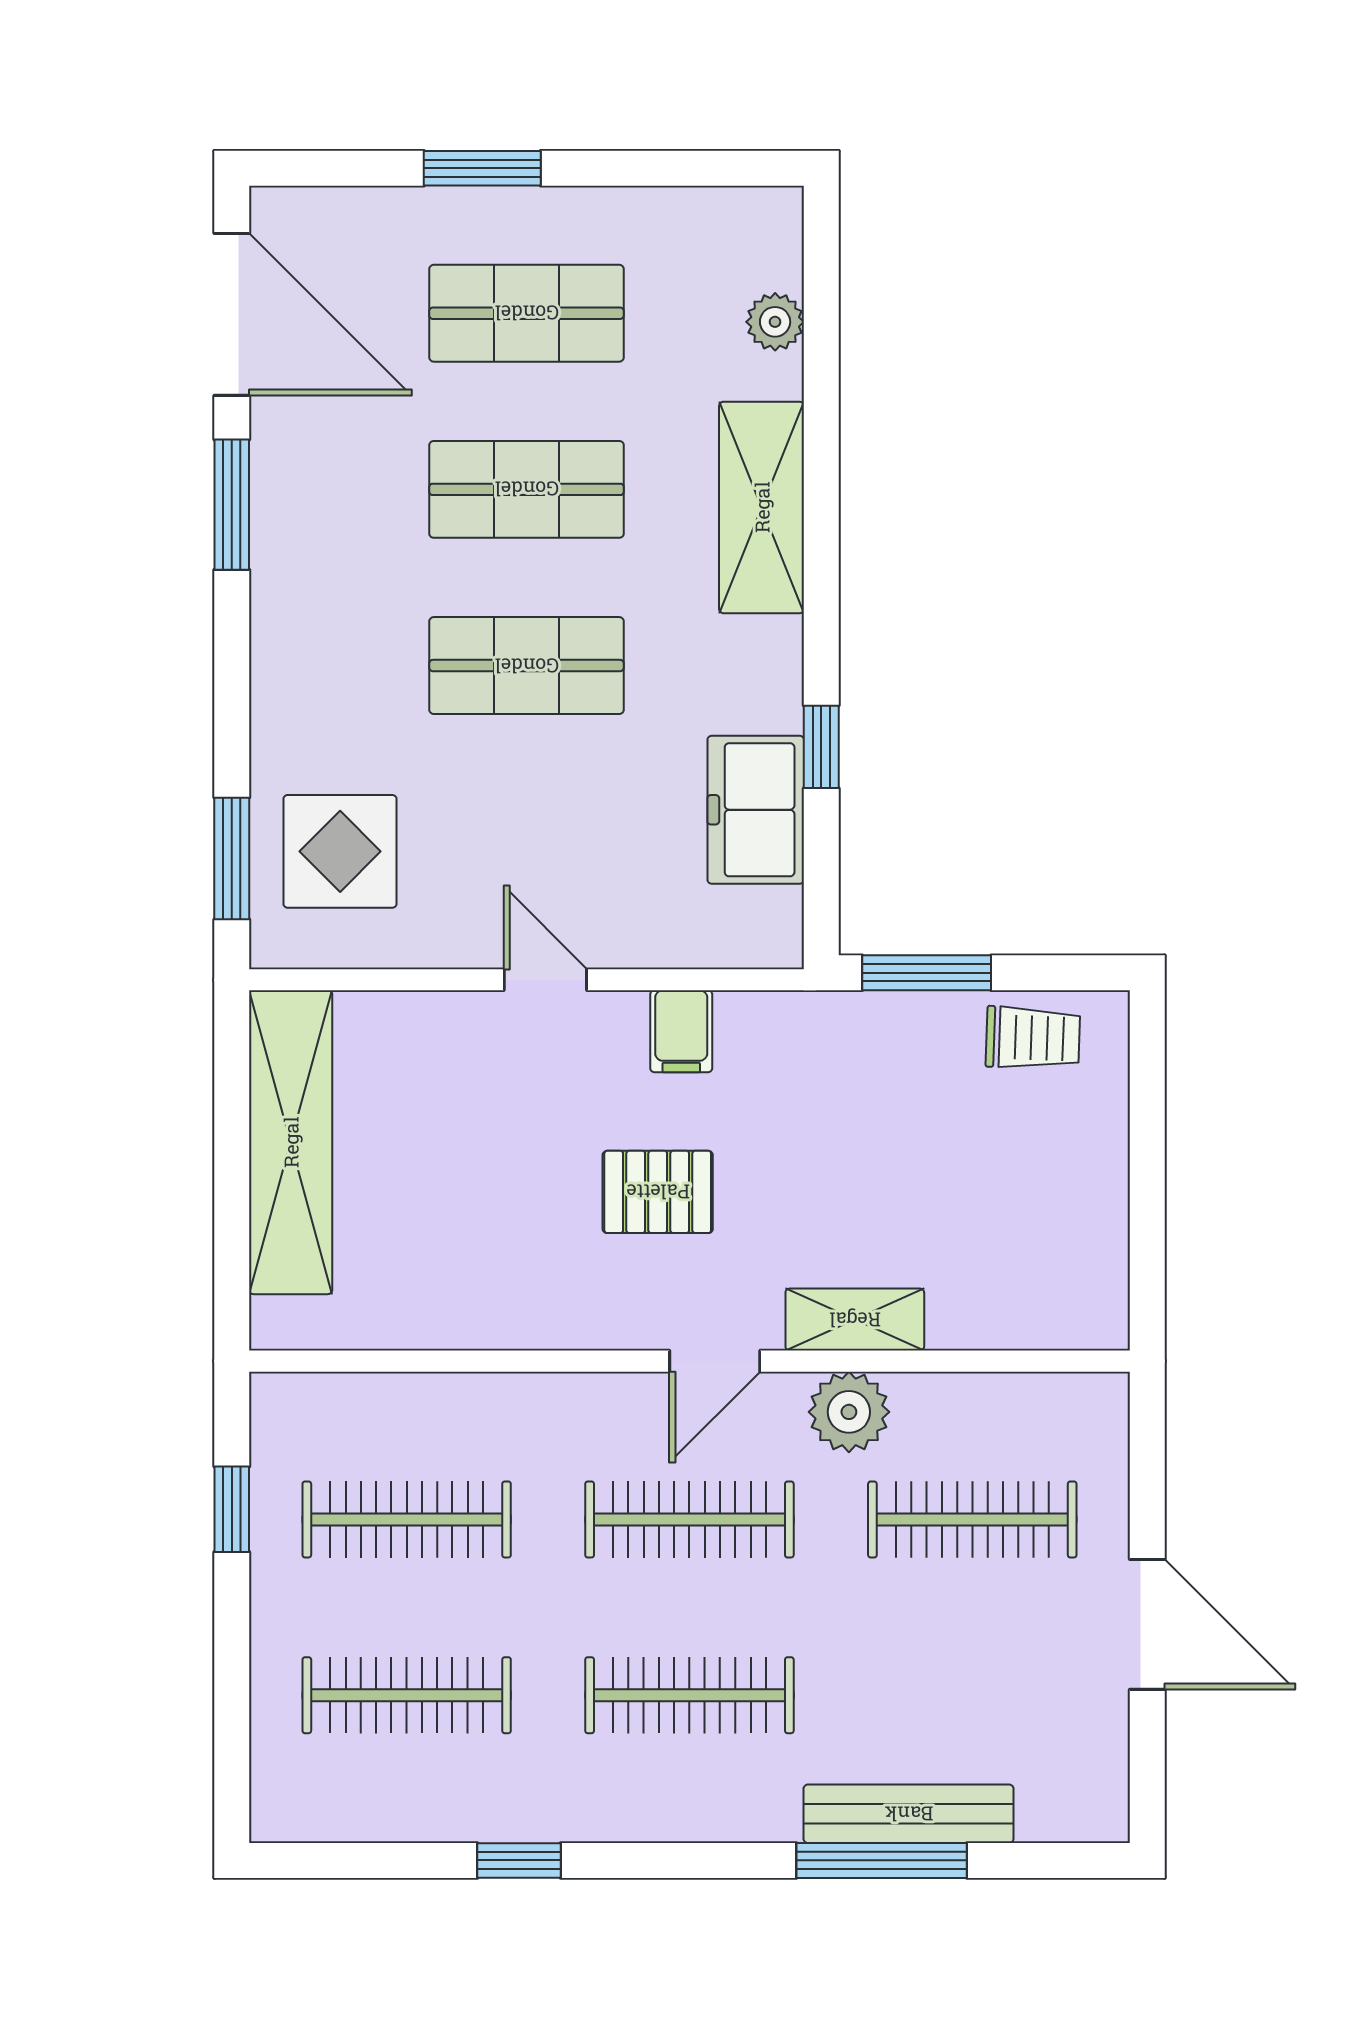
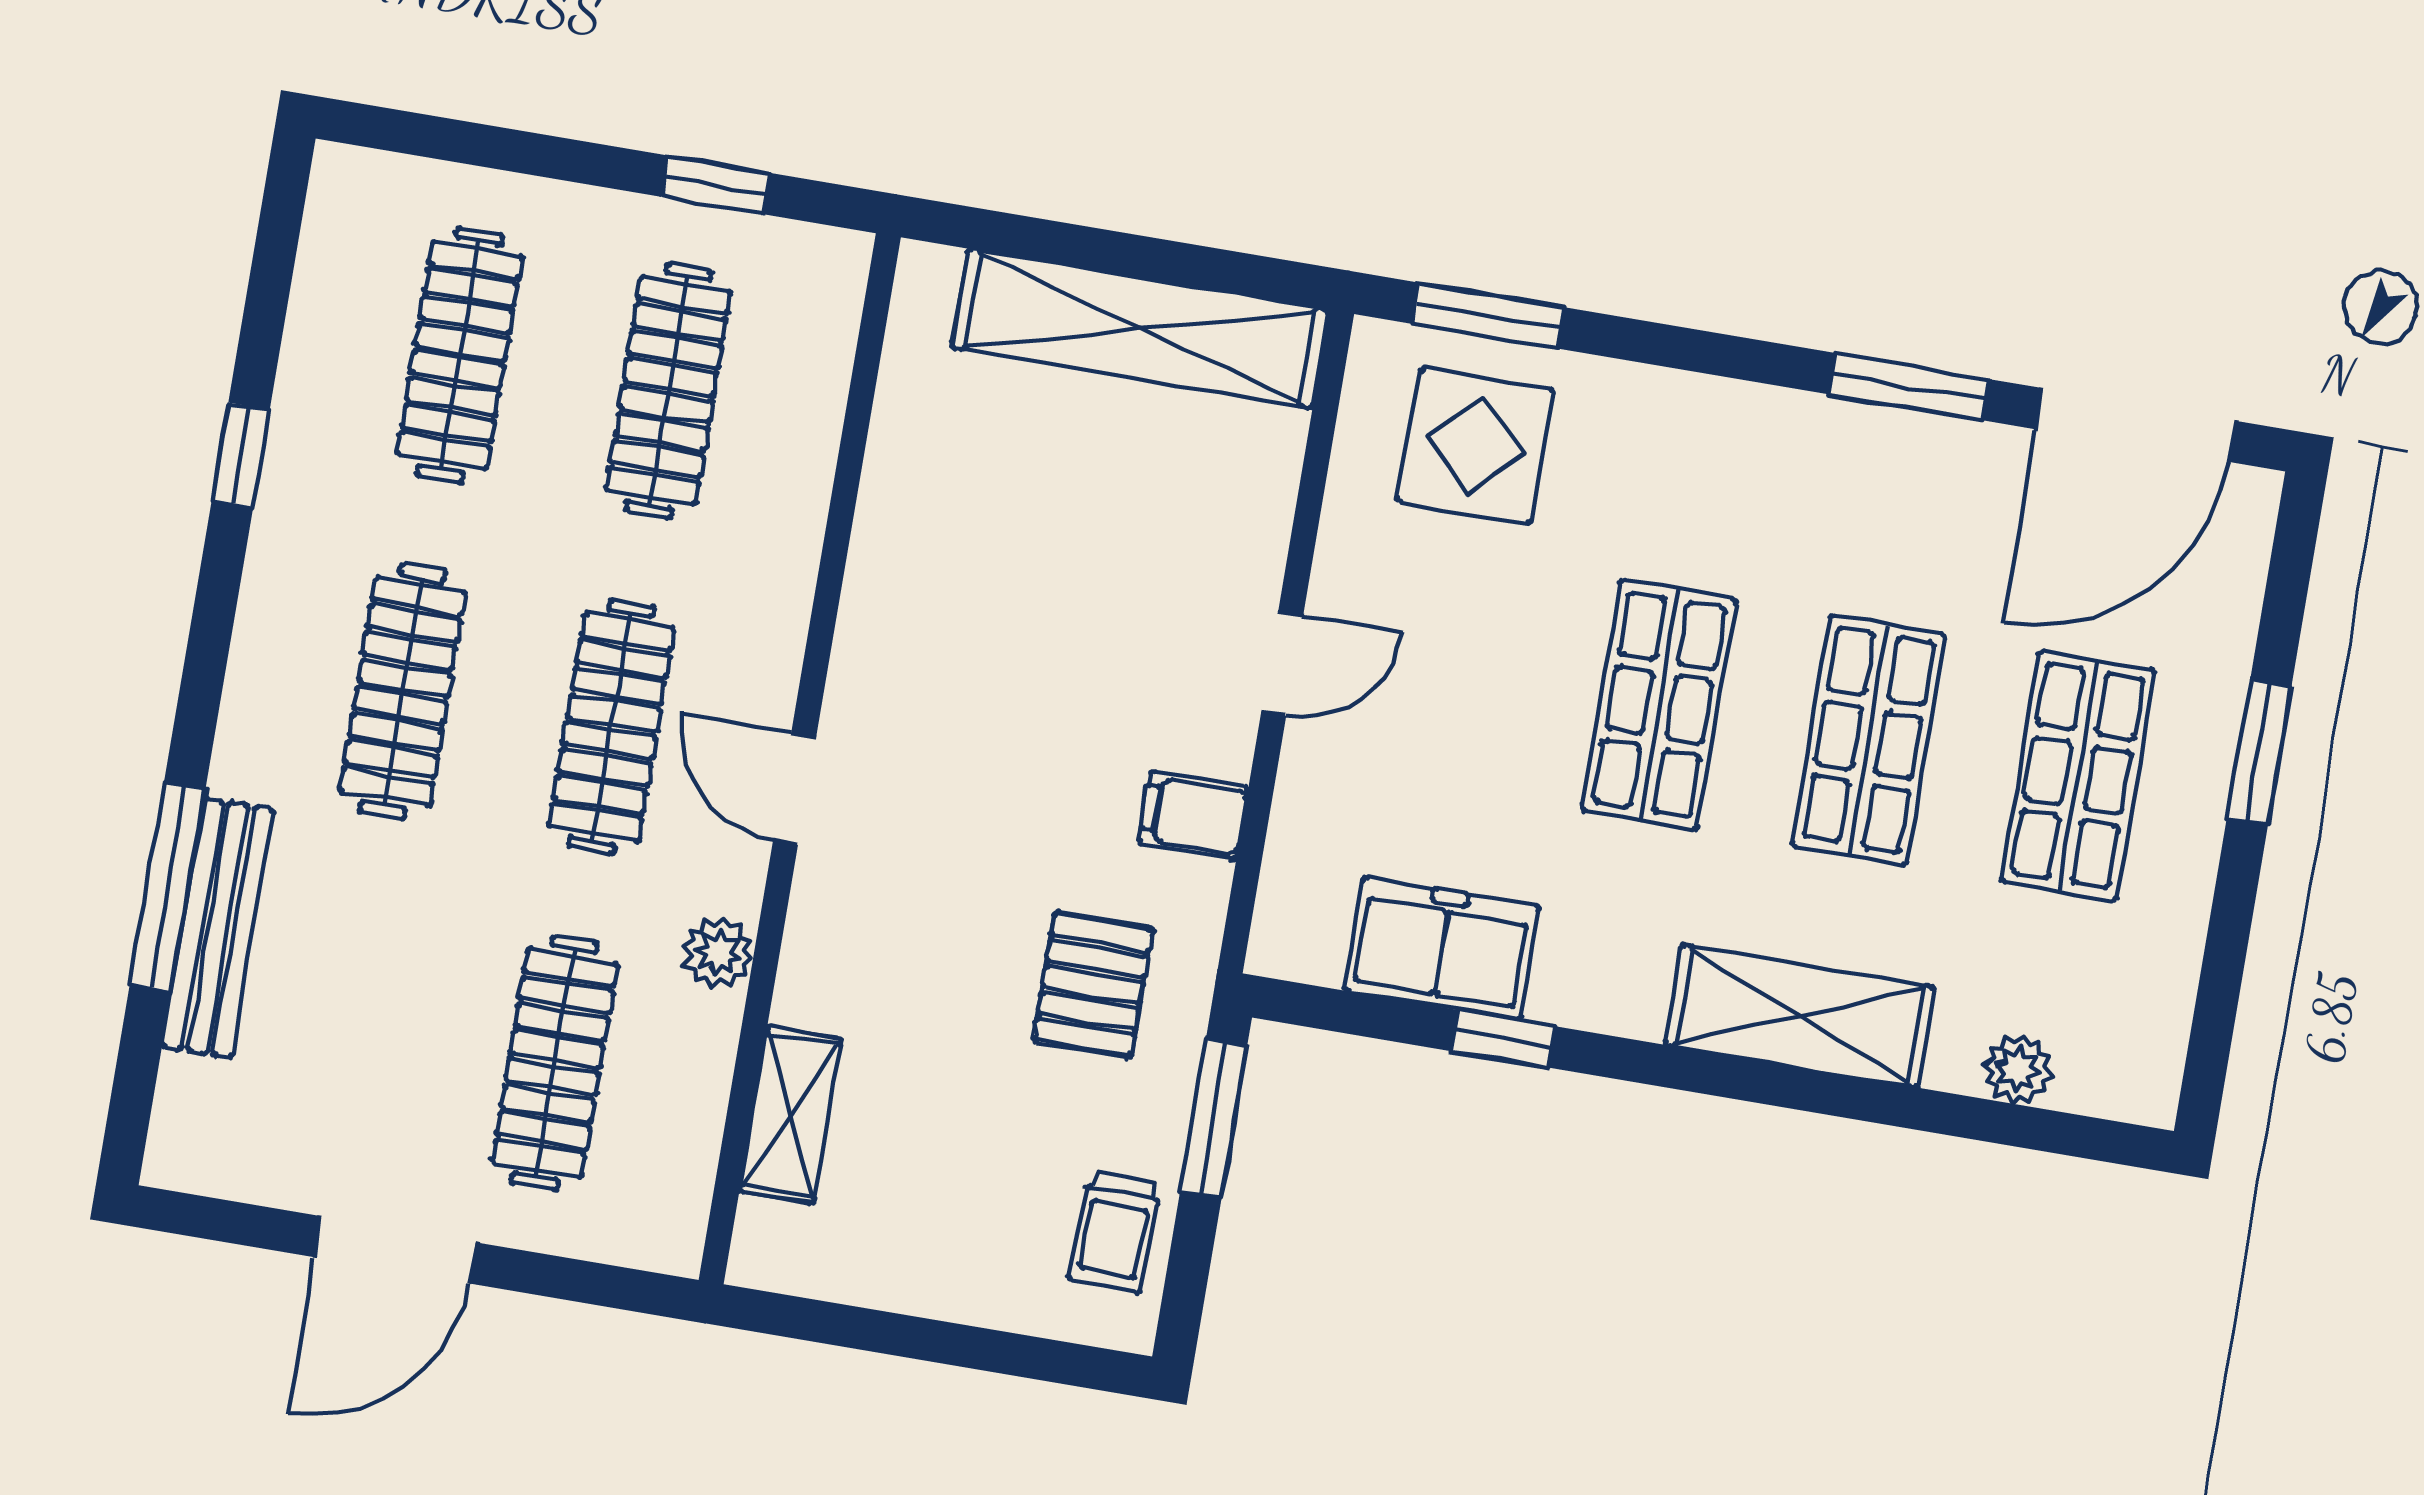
pallet: (658, 1192) -> (1093, 985), moved
shelving: (855, 1320) -> (790, 1115), moved
plant: (849, 1412) -> (718, 953), width x0.73, depth x0.73

